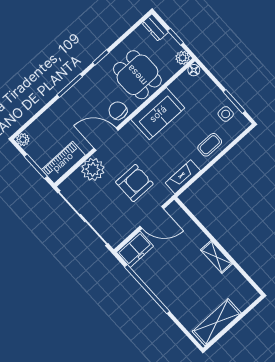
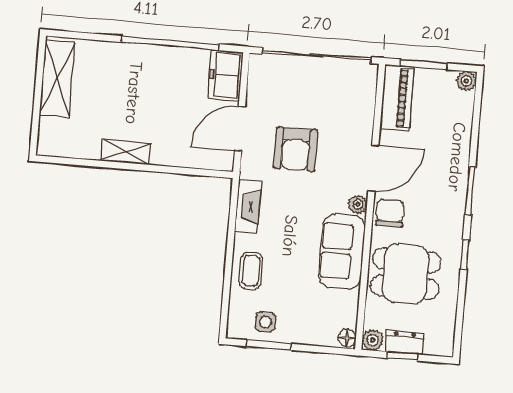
dresser: (155, 28) -> (404, 343), moved
chair: (118, 111) -> (390, 213), turned -90
plant: (93, 169) -> (358, 204), moved, width x0.53, depth x0.53

